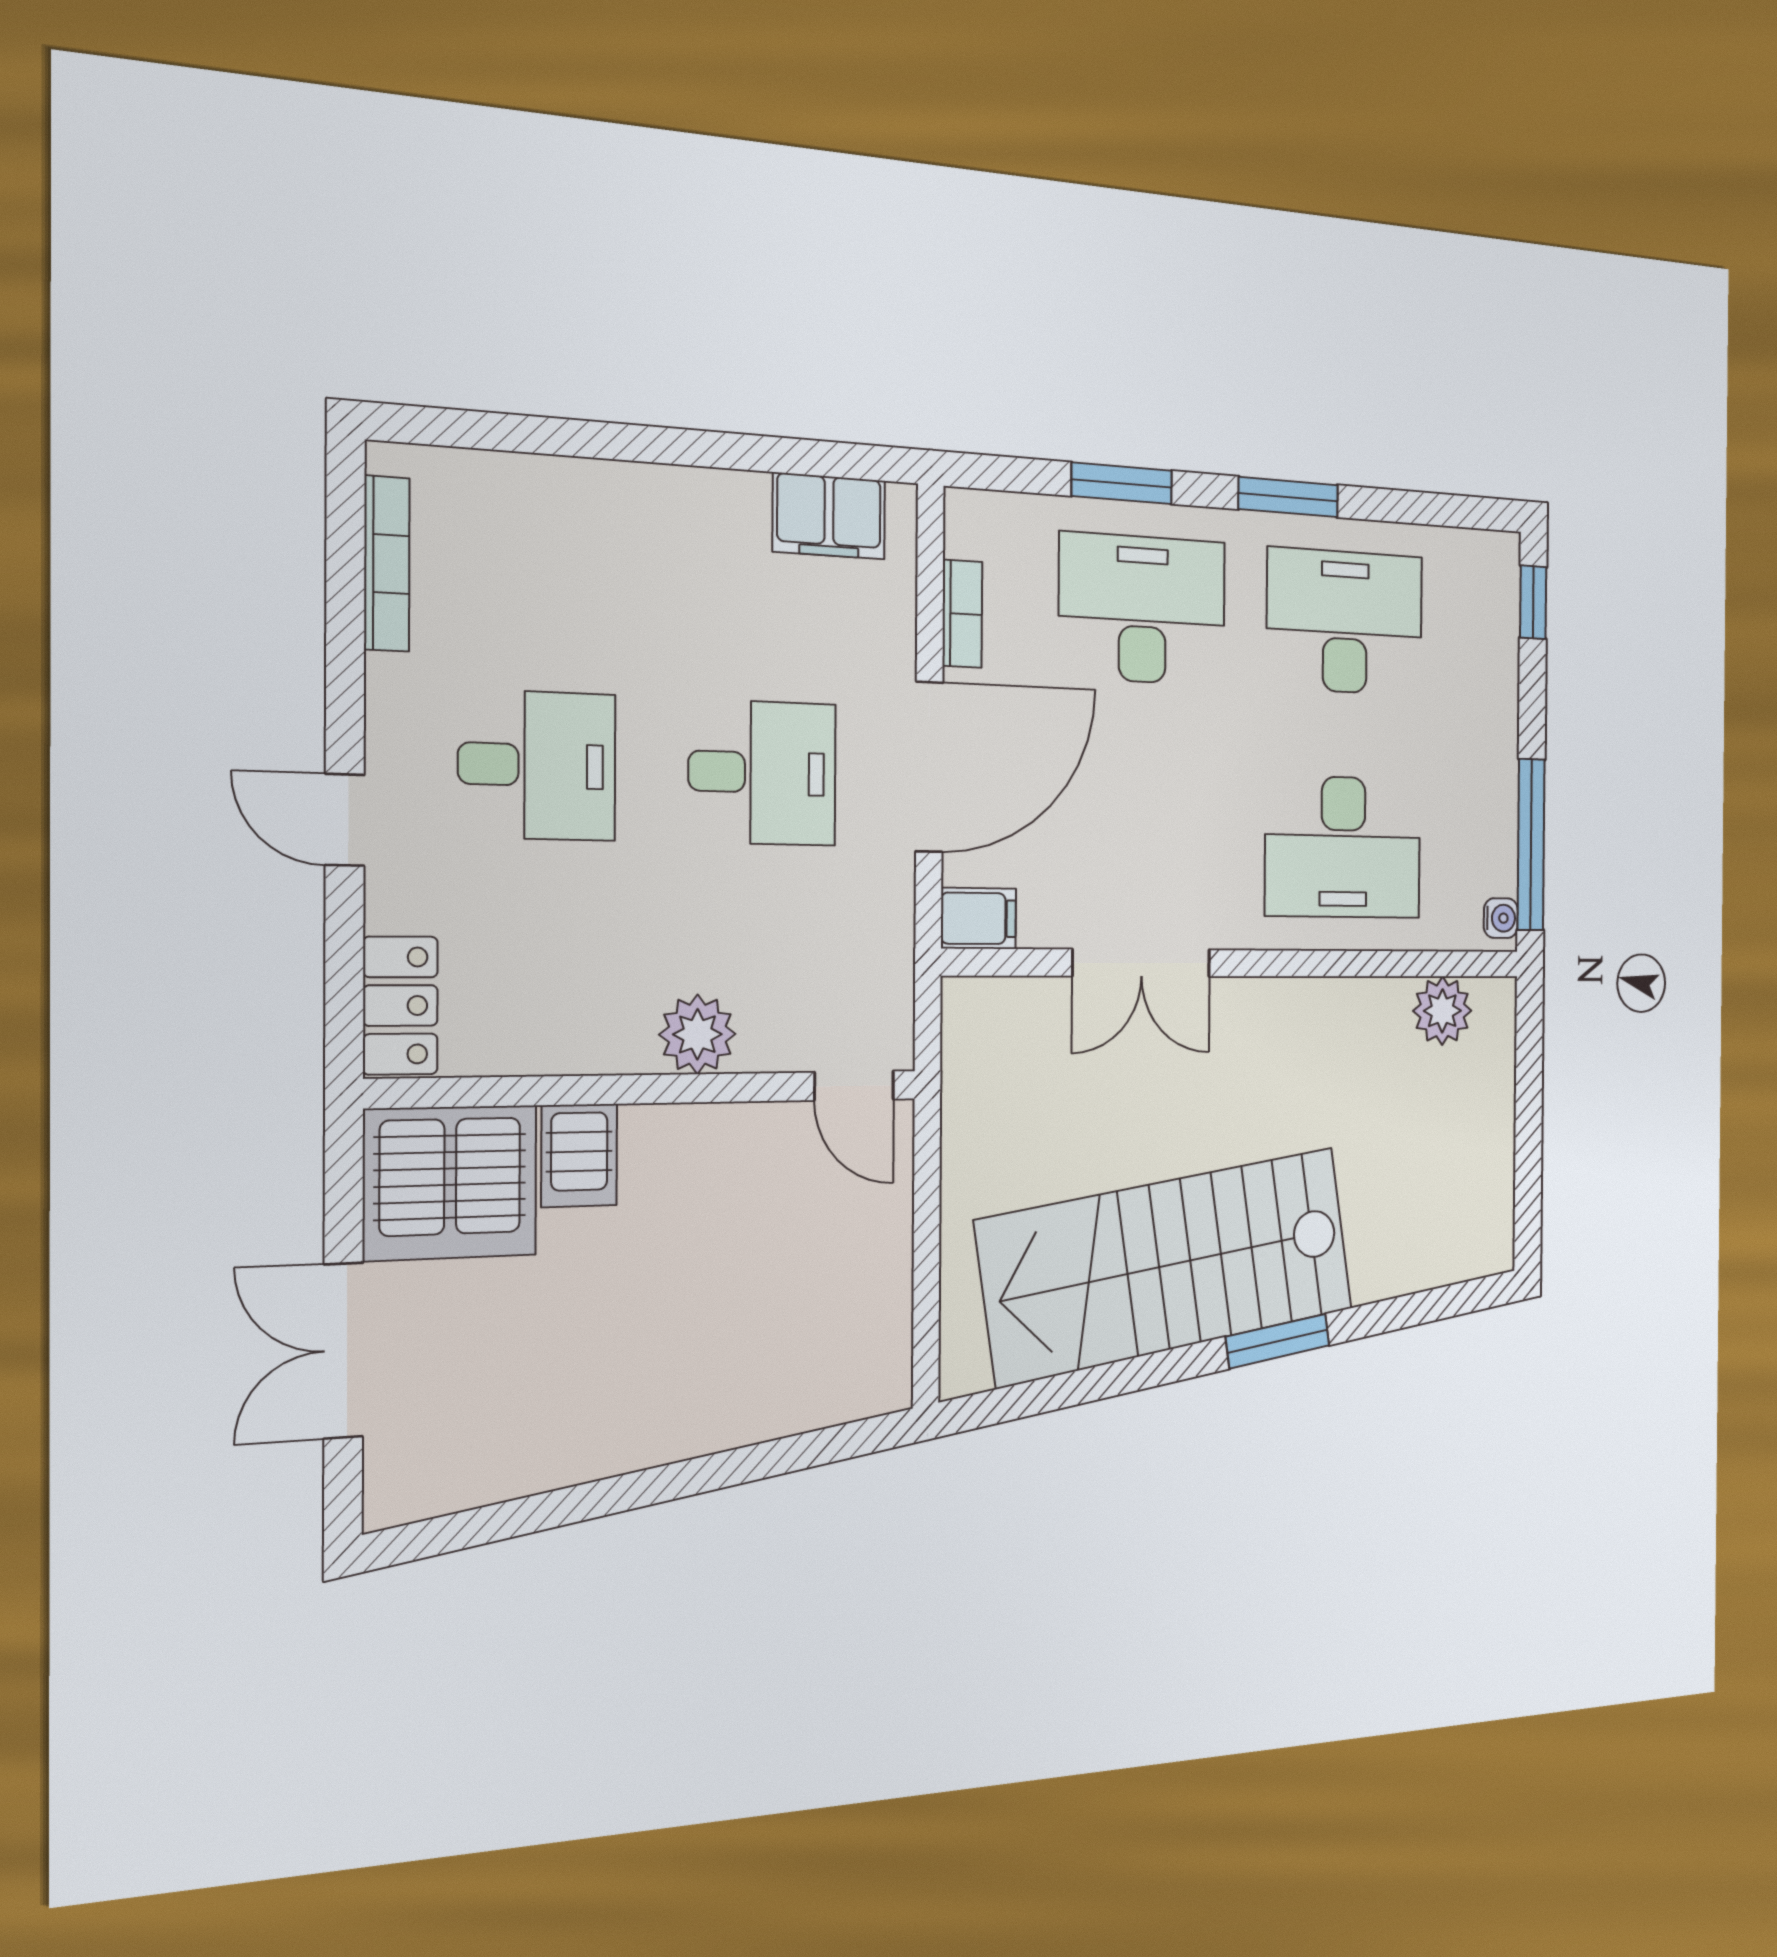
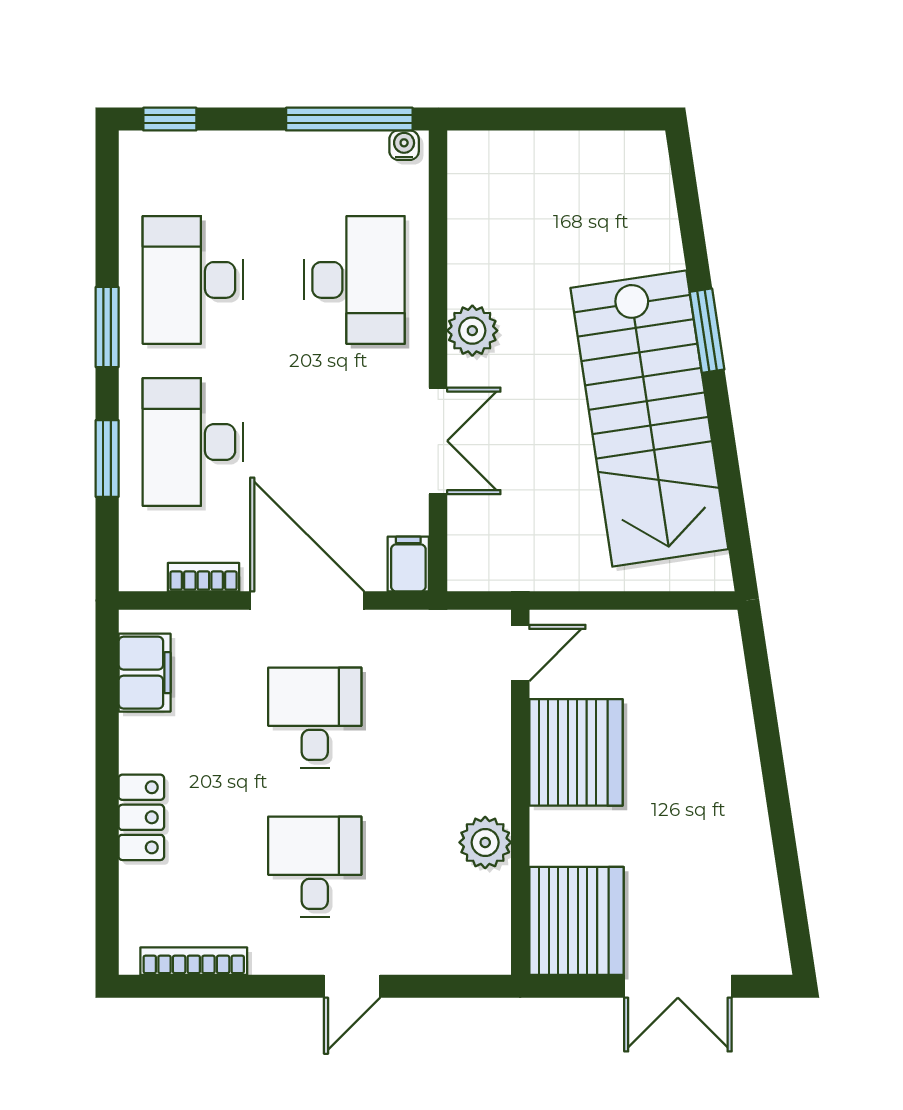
locker: (400, 1006) -> (141, 817), moved, turned 90
plant: (1442, 1011) -> (472, 331), moved
plant: (697, 1034) -> (485, 842), moved
server rack: (579, 1156) -> (576, 752), moved, width x2.18, depth x1.44

